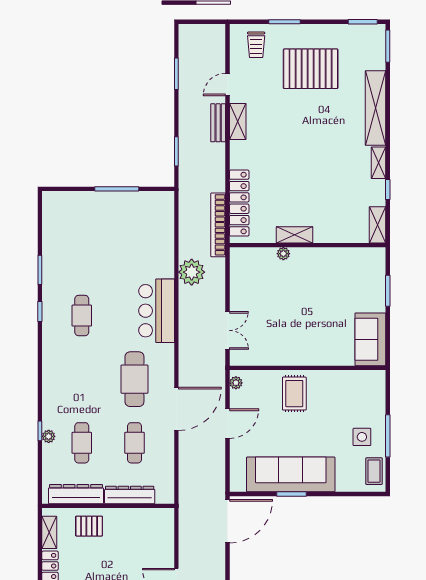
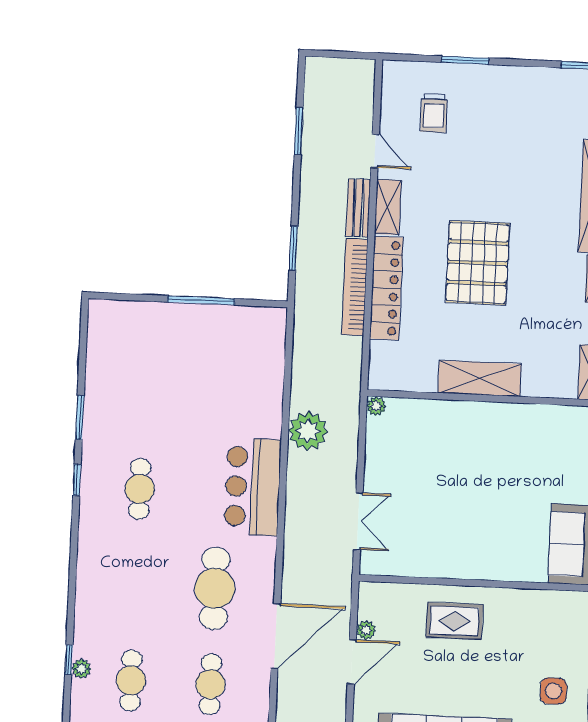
trolley: (256, 45) -> (434, 113), moved
pallet: (311, 69) -> (478, 263), moved, turned 90
door: (227, 85) -> (375, 151), swing flipped
locker: (239, 203) -> (386, 288), moved
bookcase: (218, 225) -> (355, 287), moved
shelving: (295, 235) -> (480, 378), width x1.50, depth x1.33
plant: (283, 254) -> (376, 406), moved
plant: (236, 383) -> (366, 630), moved
rug: (294, 394) -> (454, 621), turned 90

